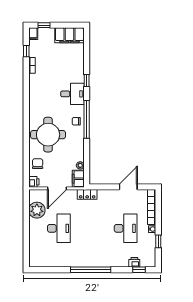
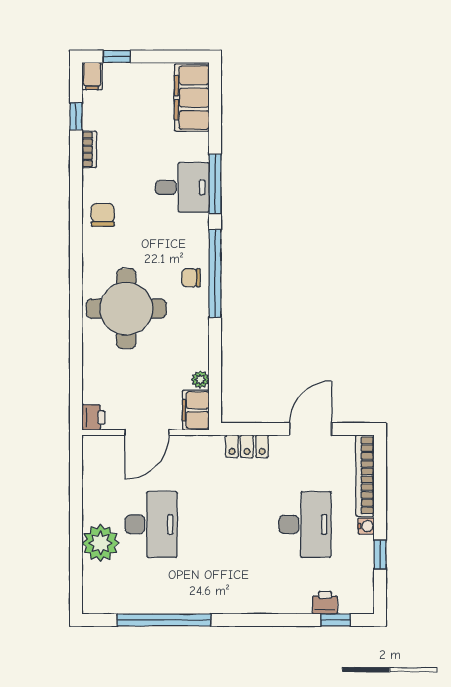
filing cabinet: (69, 35) -> (192, 98), moved, turned 90
window: (87, 81) -> (215, 184), width x2.17
desk: (72, 94) -> (182, 187), moved
chair: (38, 164) -> (103, 215), moved
locker: (87, 194) -> (247, 446), moved
plant: (37, 210) -> (100, 543), moved
window: (91, 270) -> (164, 620), moved

